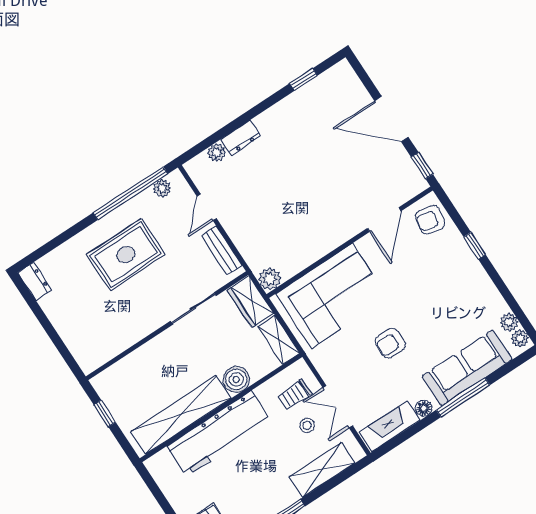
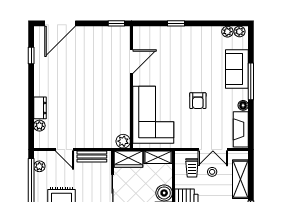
door: (391, 119) -> (60, 23), moved
door: (384, 220) -> (131, 62), hinge flipped
armchair: (430, 220) -> (147, 38), removed
sofa: (467, 368) -> (237, 69), width x0.73

